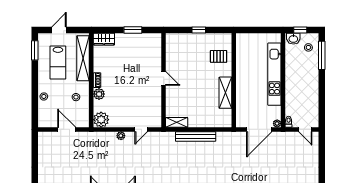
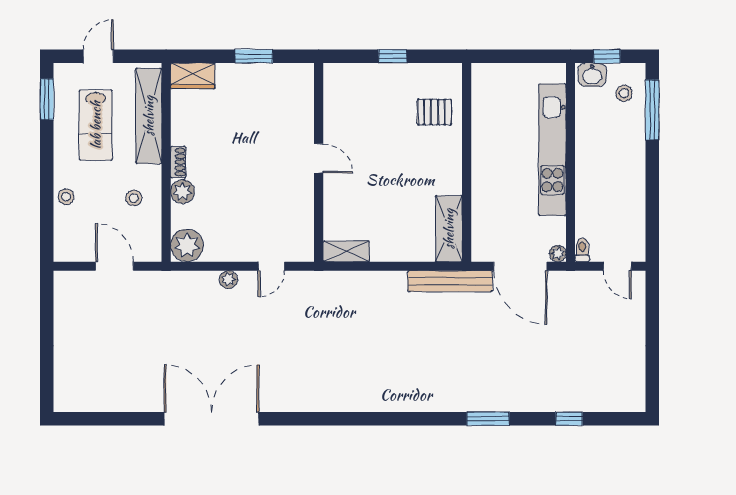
shelving: (225, 93) -> (449, 229), moved
door: (259, 129) -> (520, 266), hinge flipped
bench: (196, 137) -> (450, 281), moved

